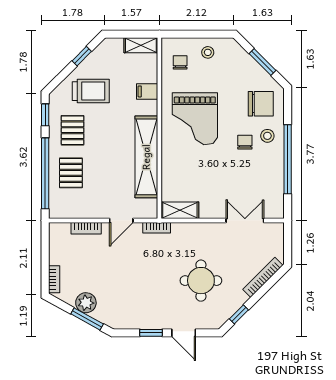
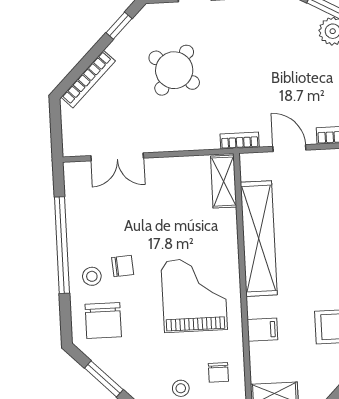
chair: (261, 104) -> (103, 320), turned -90
chair: (245, 142) -> (123, 266), turned -94
shelving: (180, 210) -> (224, 182), moved, turned 90
door: (121, 220) -> (289, 148), hinge flipped
round table: (201, 281) -> (174, 70), turned 37

